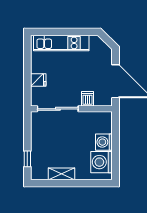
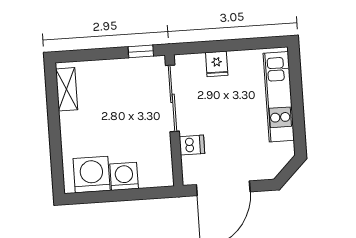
window: (27, 159) -> (141, 51), moved
shelving: (61, 174) -> (67, 89), moved

